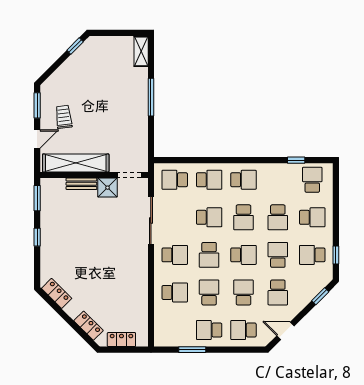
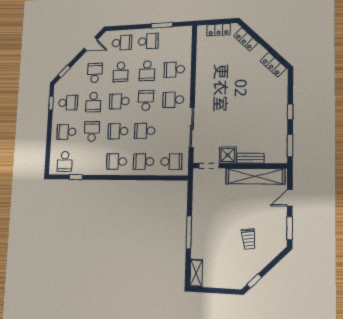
trolley: (64, 117) -> (249, 239), moved
school desk: (243, 217) -> (118, 131), turned -90

